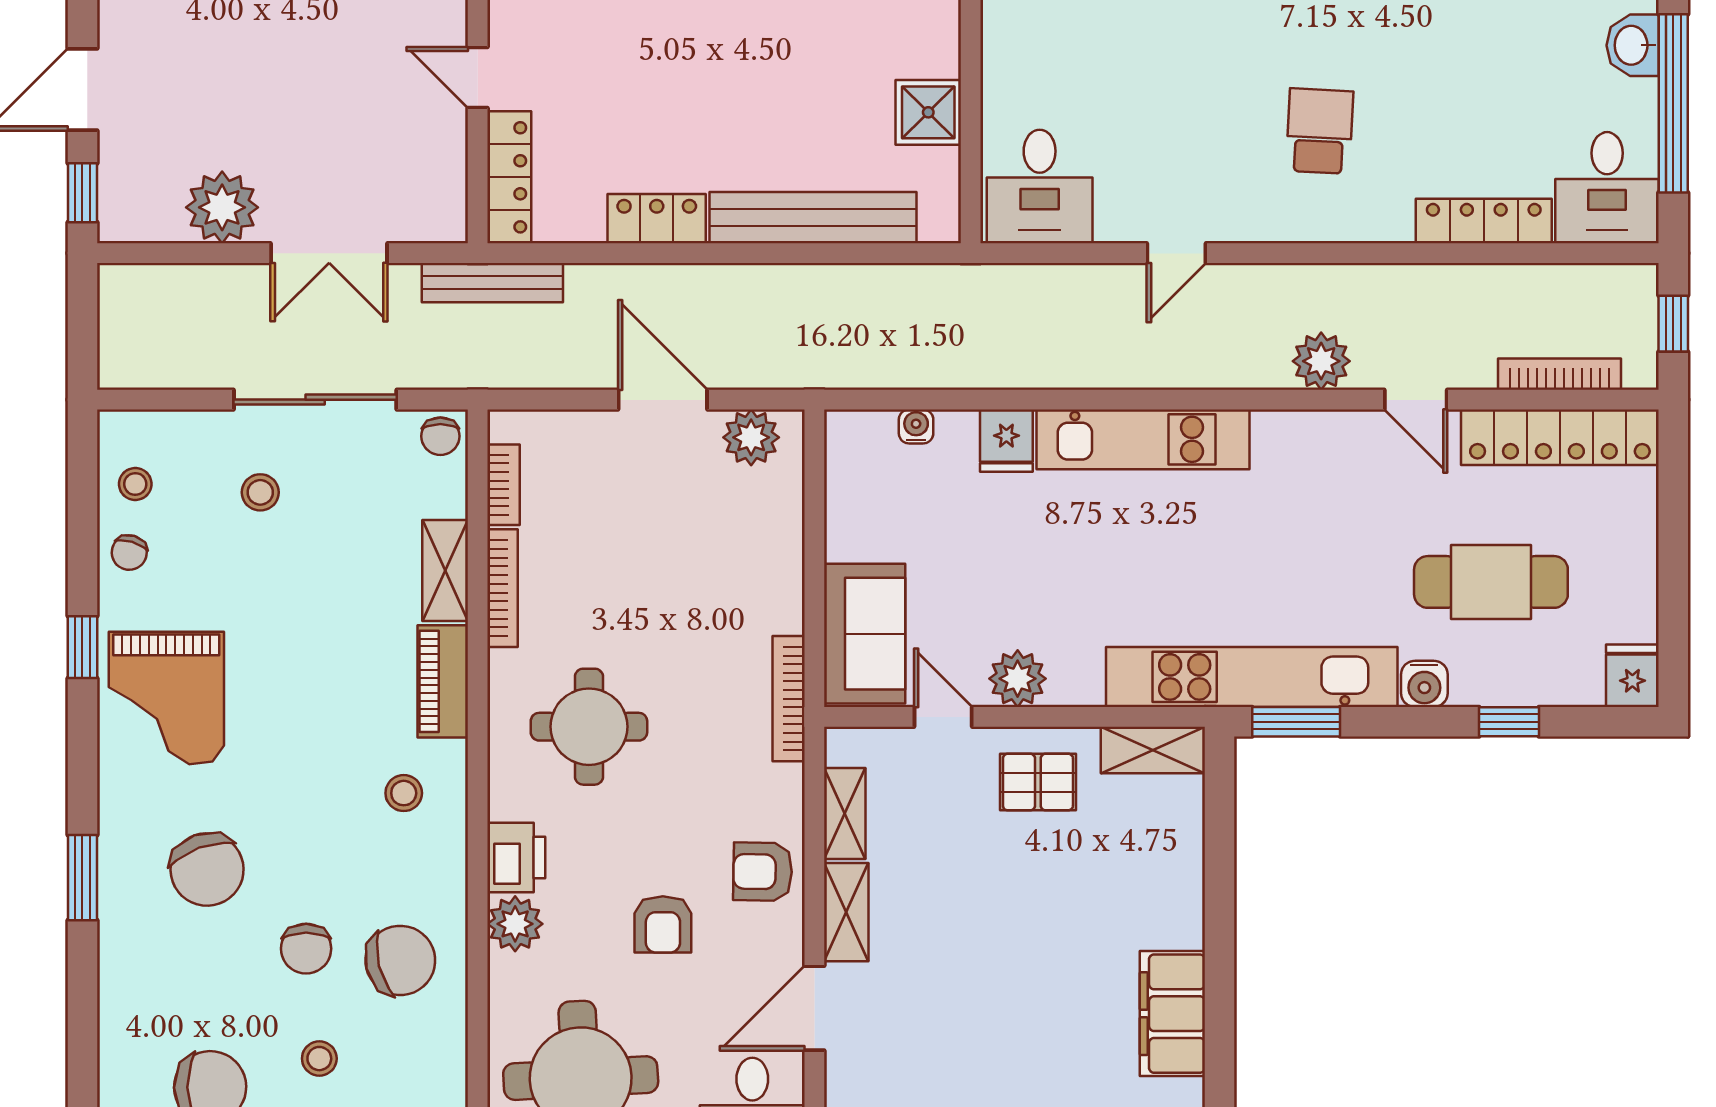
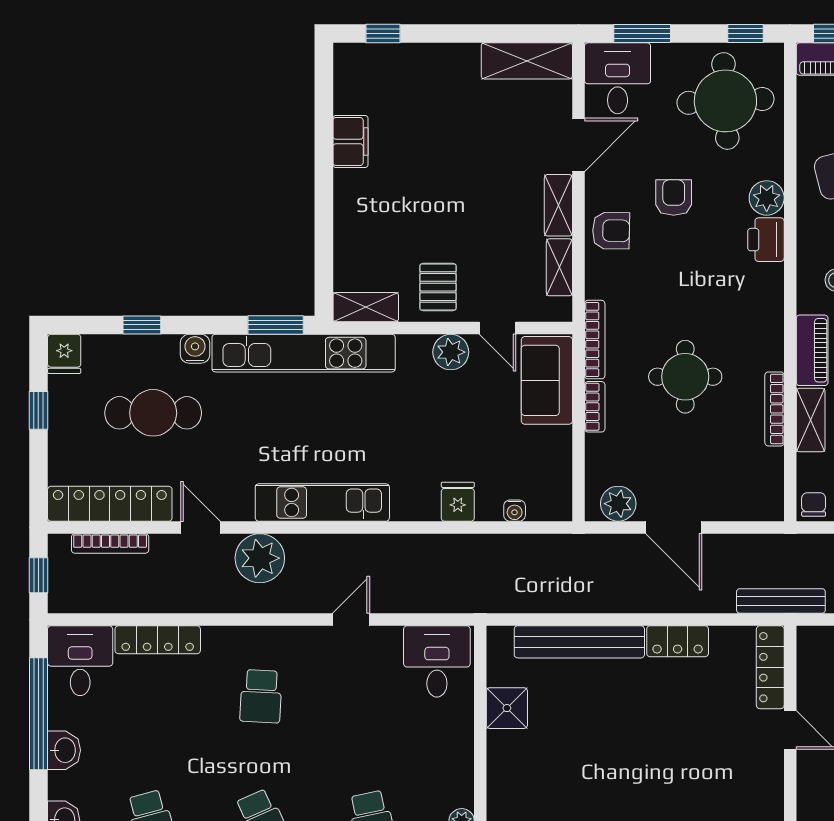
plant: (1321, 361) -> (260, 558), width x1.36, depth x1.36
kitchen unit: (1143, 439) -> (322, 502), moved
bookcase: (504, 485) -> (595, 407), moved, turned 180
window: (1673, 586) -> (38, 410), added
round table: (589, 727) -> (685, 377), moved
pallet: (1038, 782) -> (438, 287), turned 90
filing cabinet: (1172, 1014) -> (350, 141), width x0.67, depth x0.86

